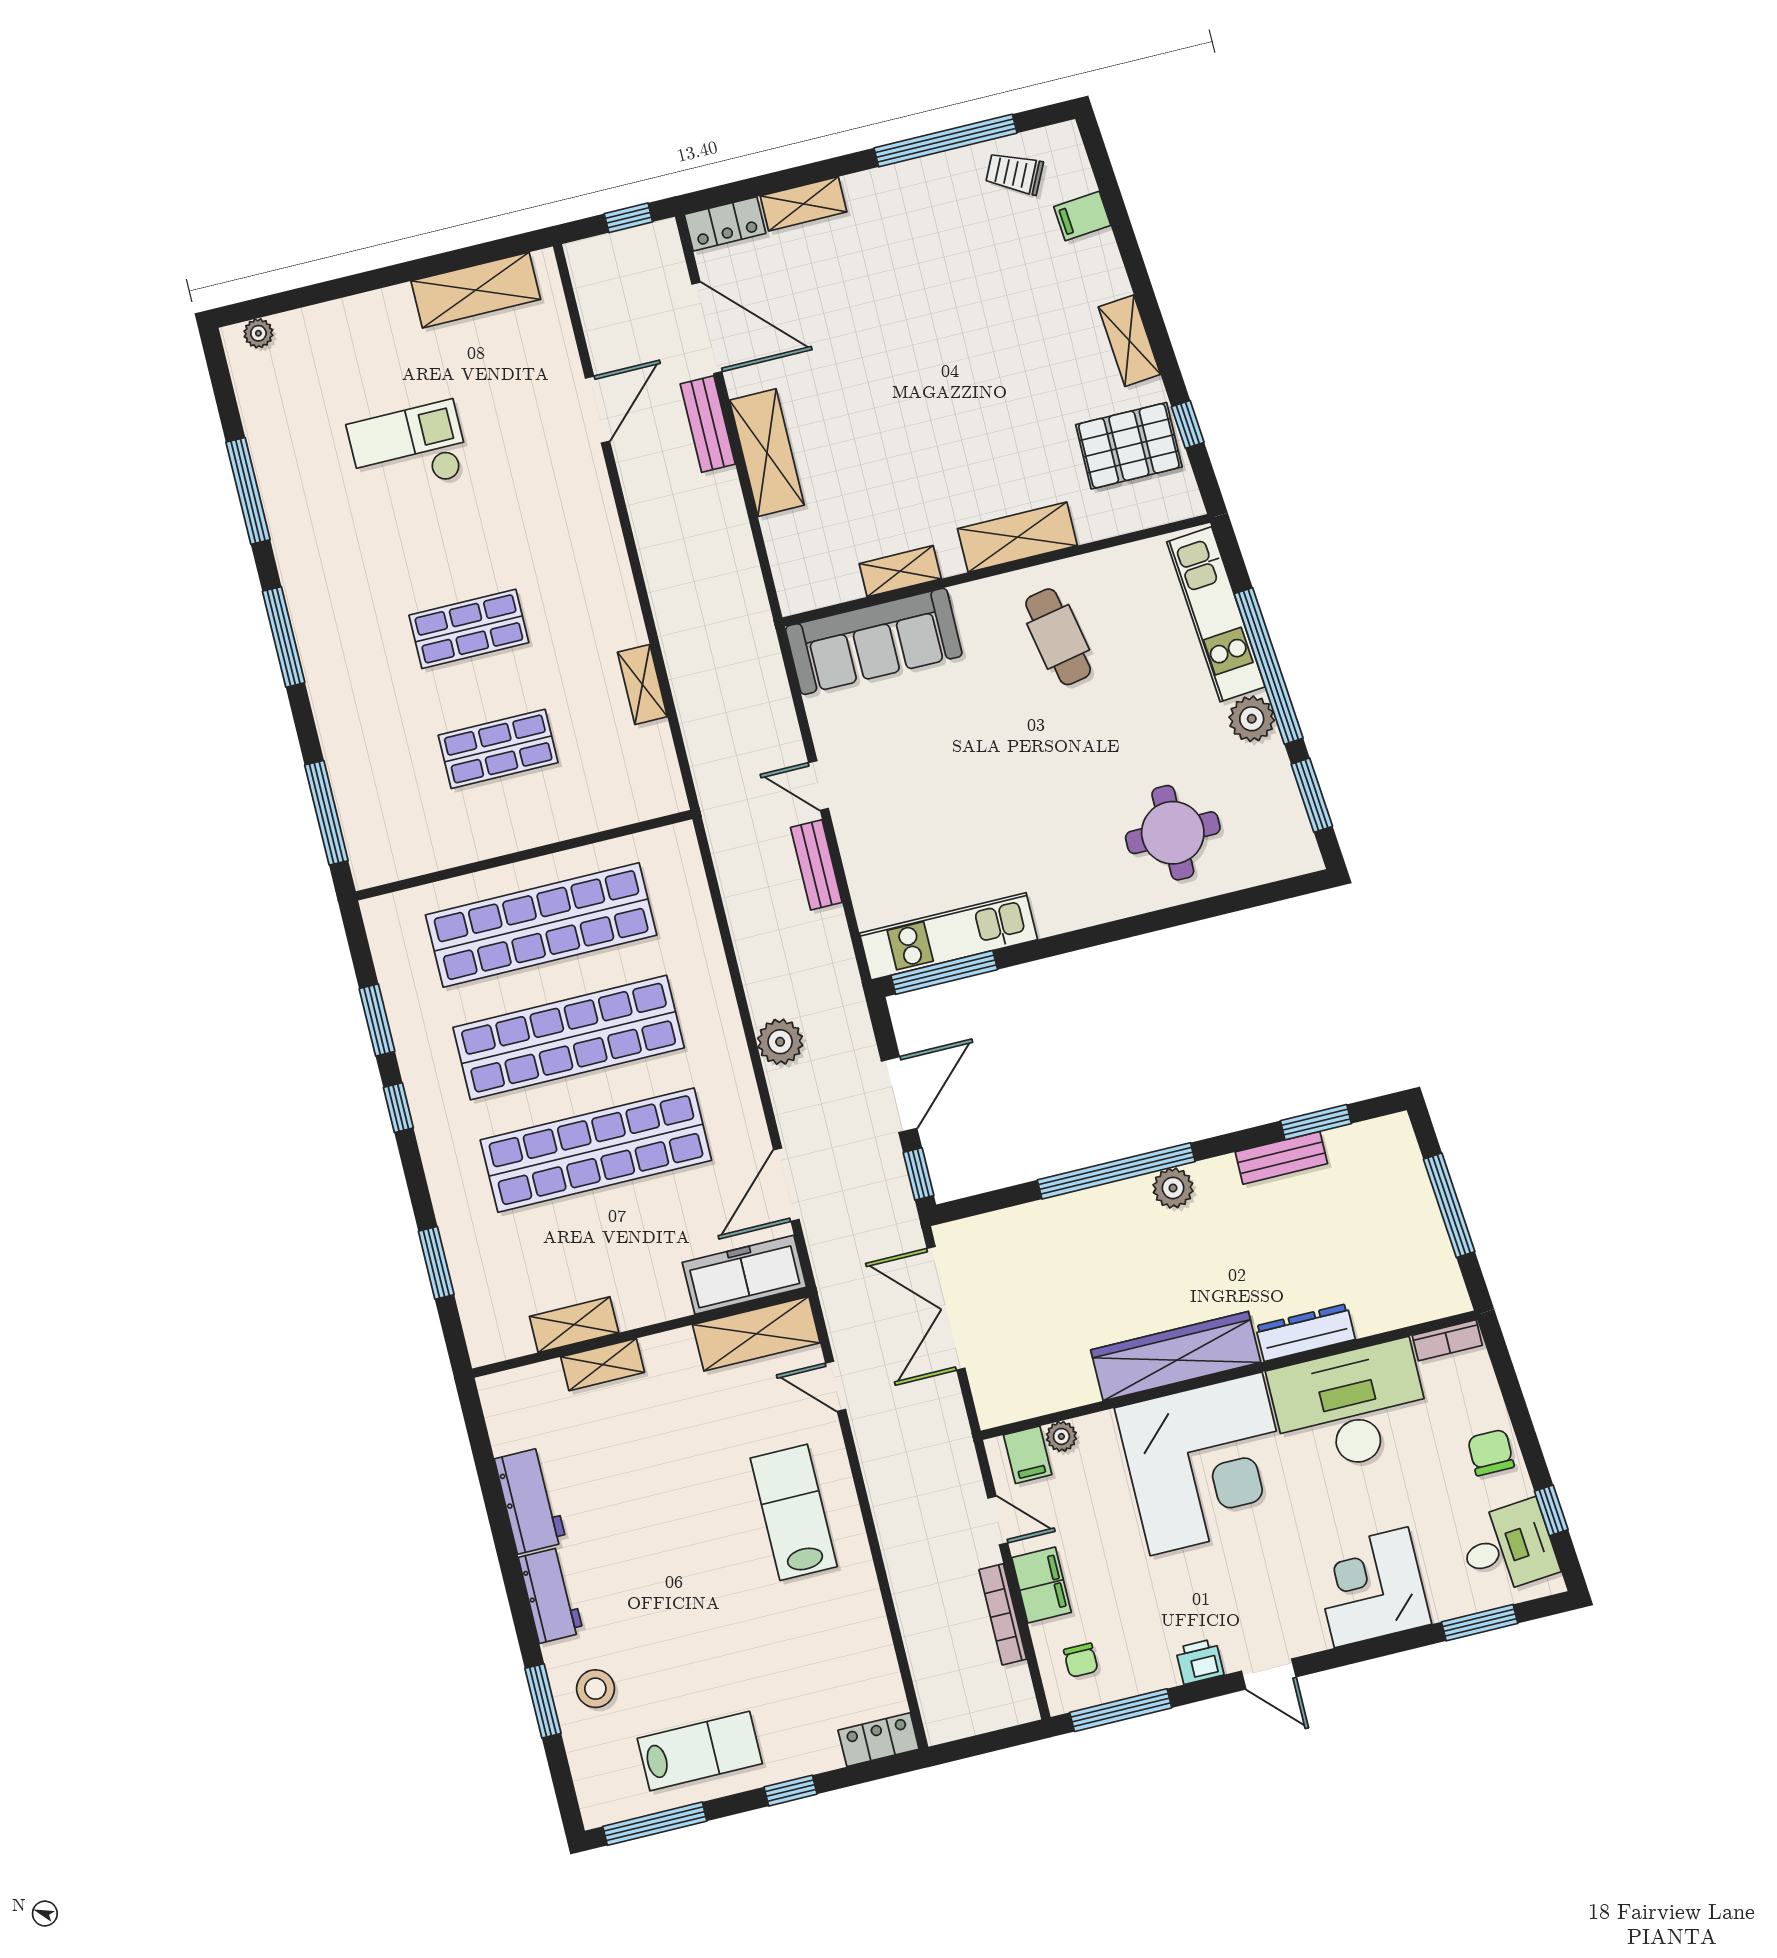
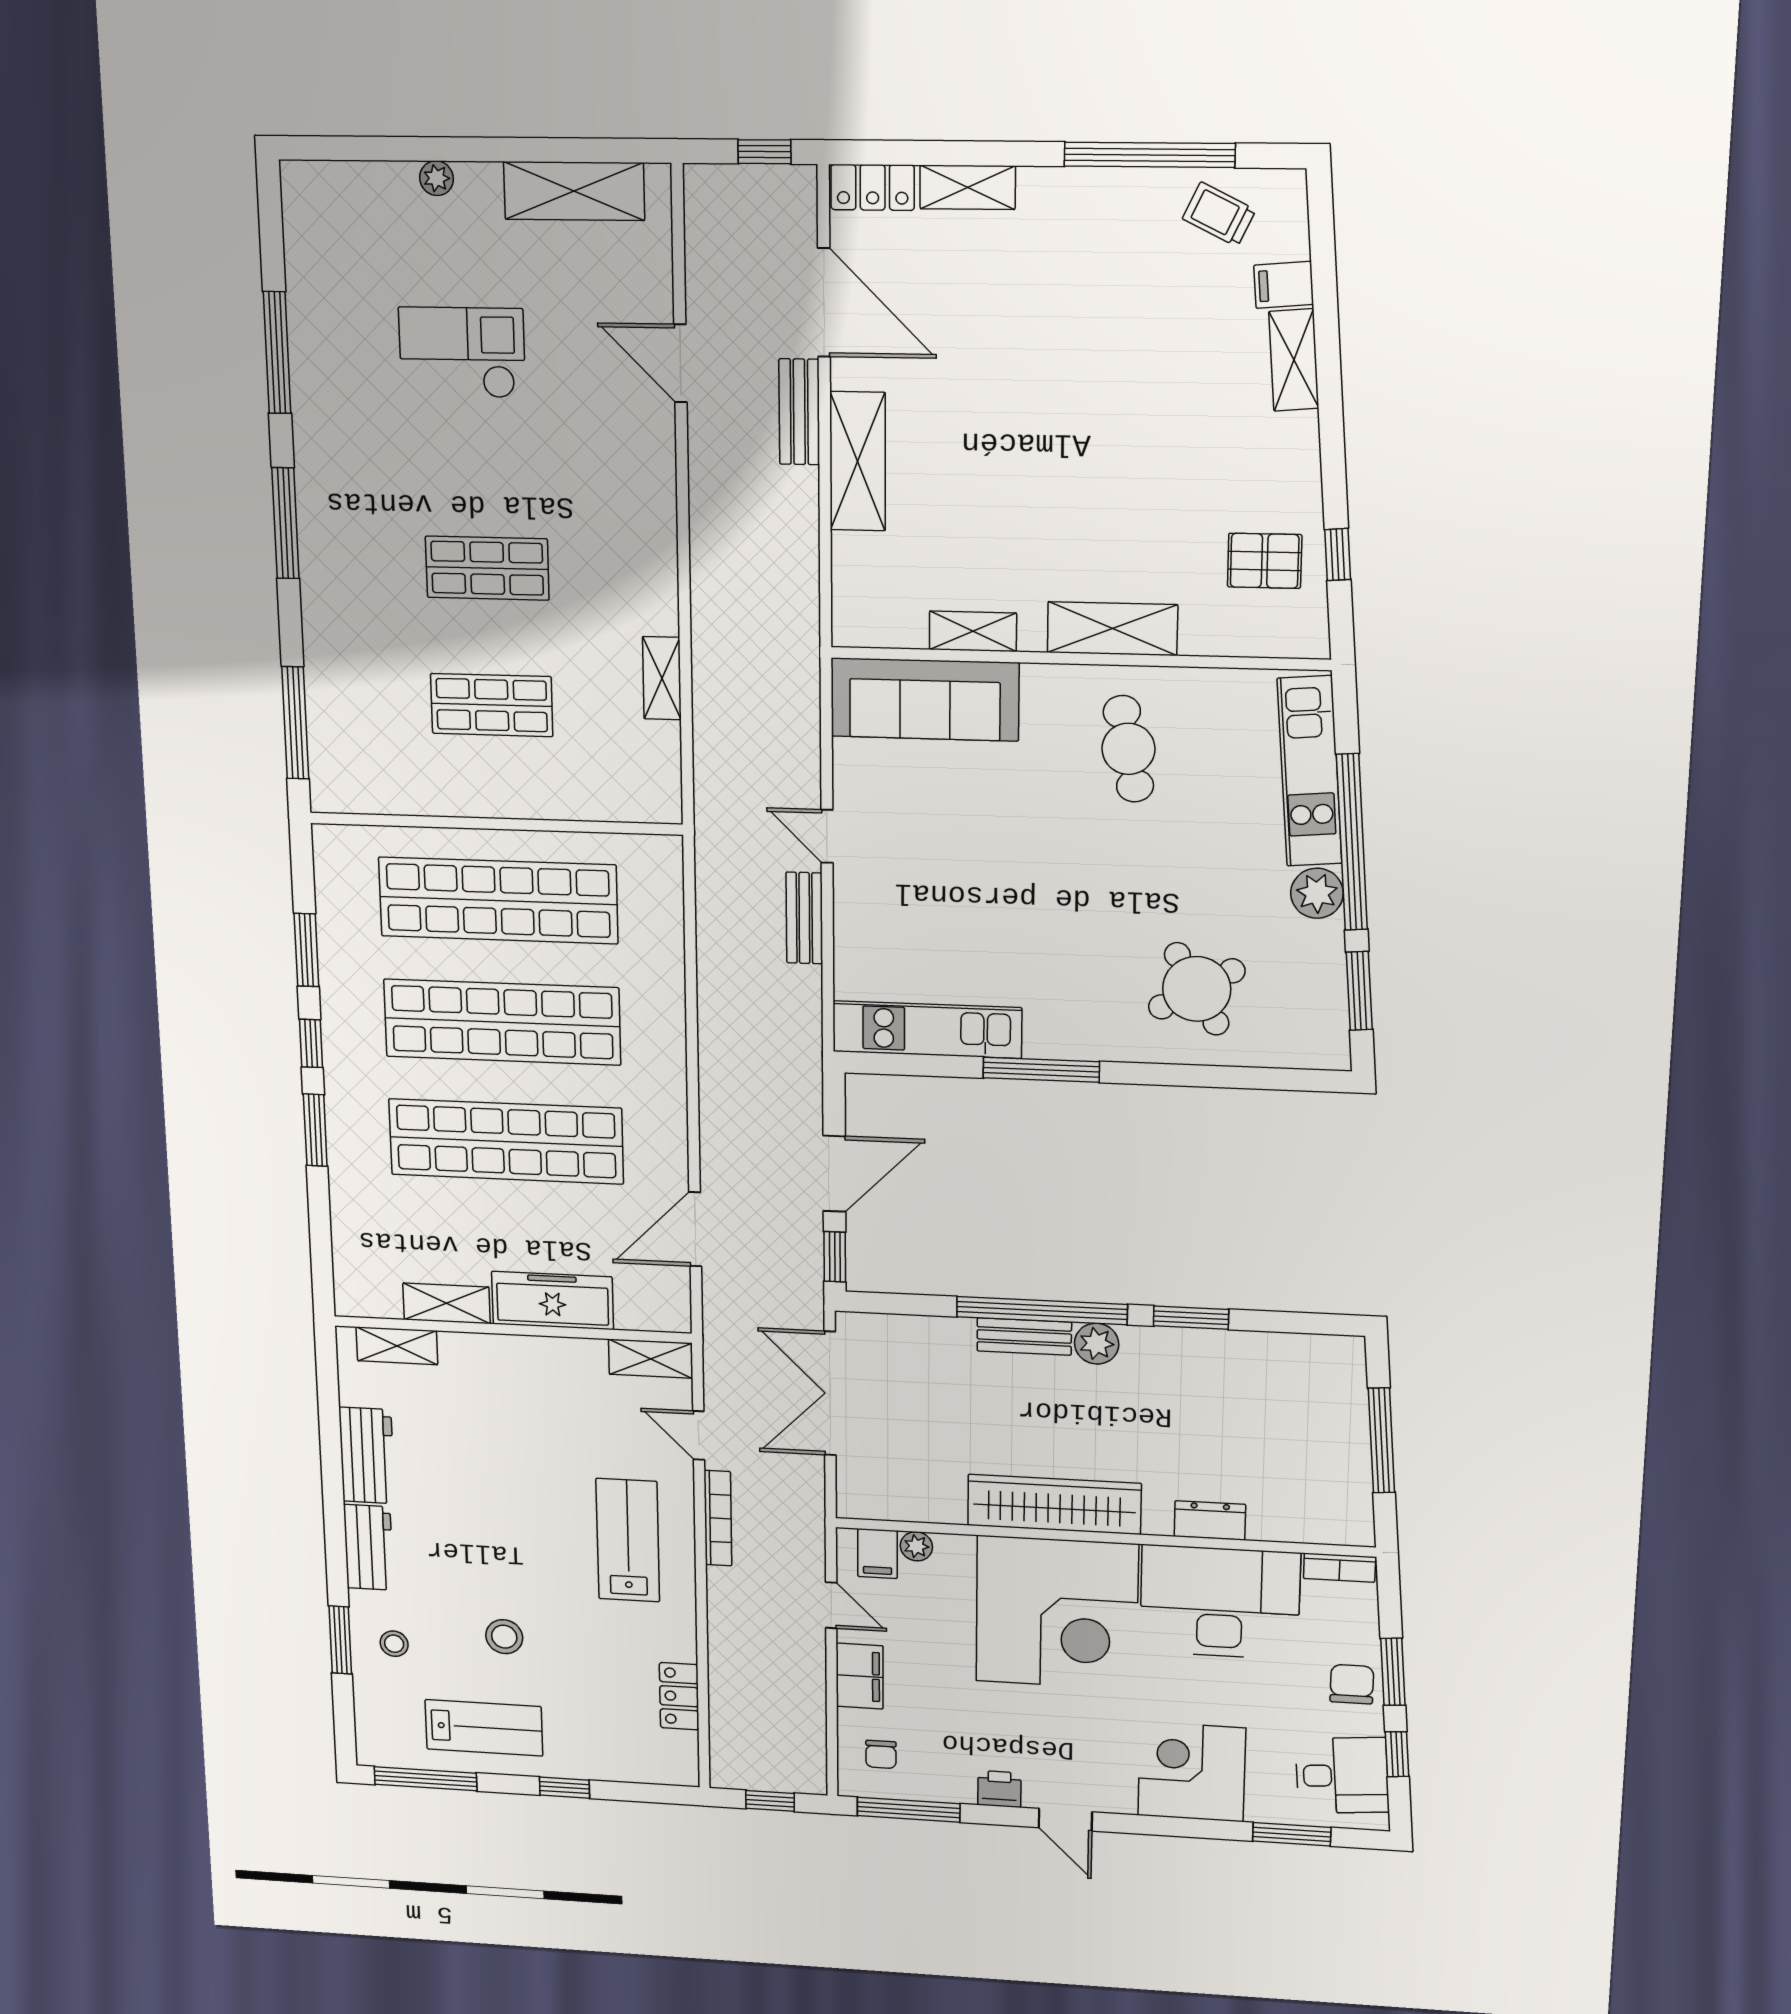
plant: (258, 333) -> (437, 178), moved
shelving: (1129, 341) -> (1294, 360), moved
door: (598, 410) -> (680, 363), swing flipped
pallet: (1129, 446) -> (1265, 561), width x0.67, depth x0.71
round table: (1173, 833) -> (1197, 989), turned -30
window: (944, 972) -> (1041, 1070), moved
plant: (780, 1042) -> (722, 1087), removed
window: (1316, 1122) -> (1191, 1318), moved
bench: (1281, 1158) -> (1024, 1336), moved
window: (436, 1263) -> (315, 1130), moved
freezer: (744, 1275) -> (552, 1300), moved
dresser: (1305, 1333) -> (1210, 1520), width x0.70
shelving: (756, 1334) -> (651, 1359), width x0.67, depth x0.75
shelving: (603, 1365) -> (397, 1346), moved
window: (1524, 1429) -> (1393, 1672), added
bookcase: (1003, 1614) -> (718, 1518), moved, turned 180
stool: (699, 1648) -> (504, 1637), added
stool: (595, 1689) -> (394, 1644), width x0.73, depth x0.73
locker: (879, 1740) -> (679, 1696), moved, turned -90
window: (989, 1742) -> (770, 1801), added

